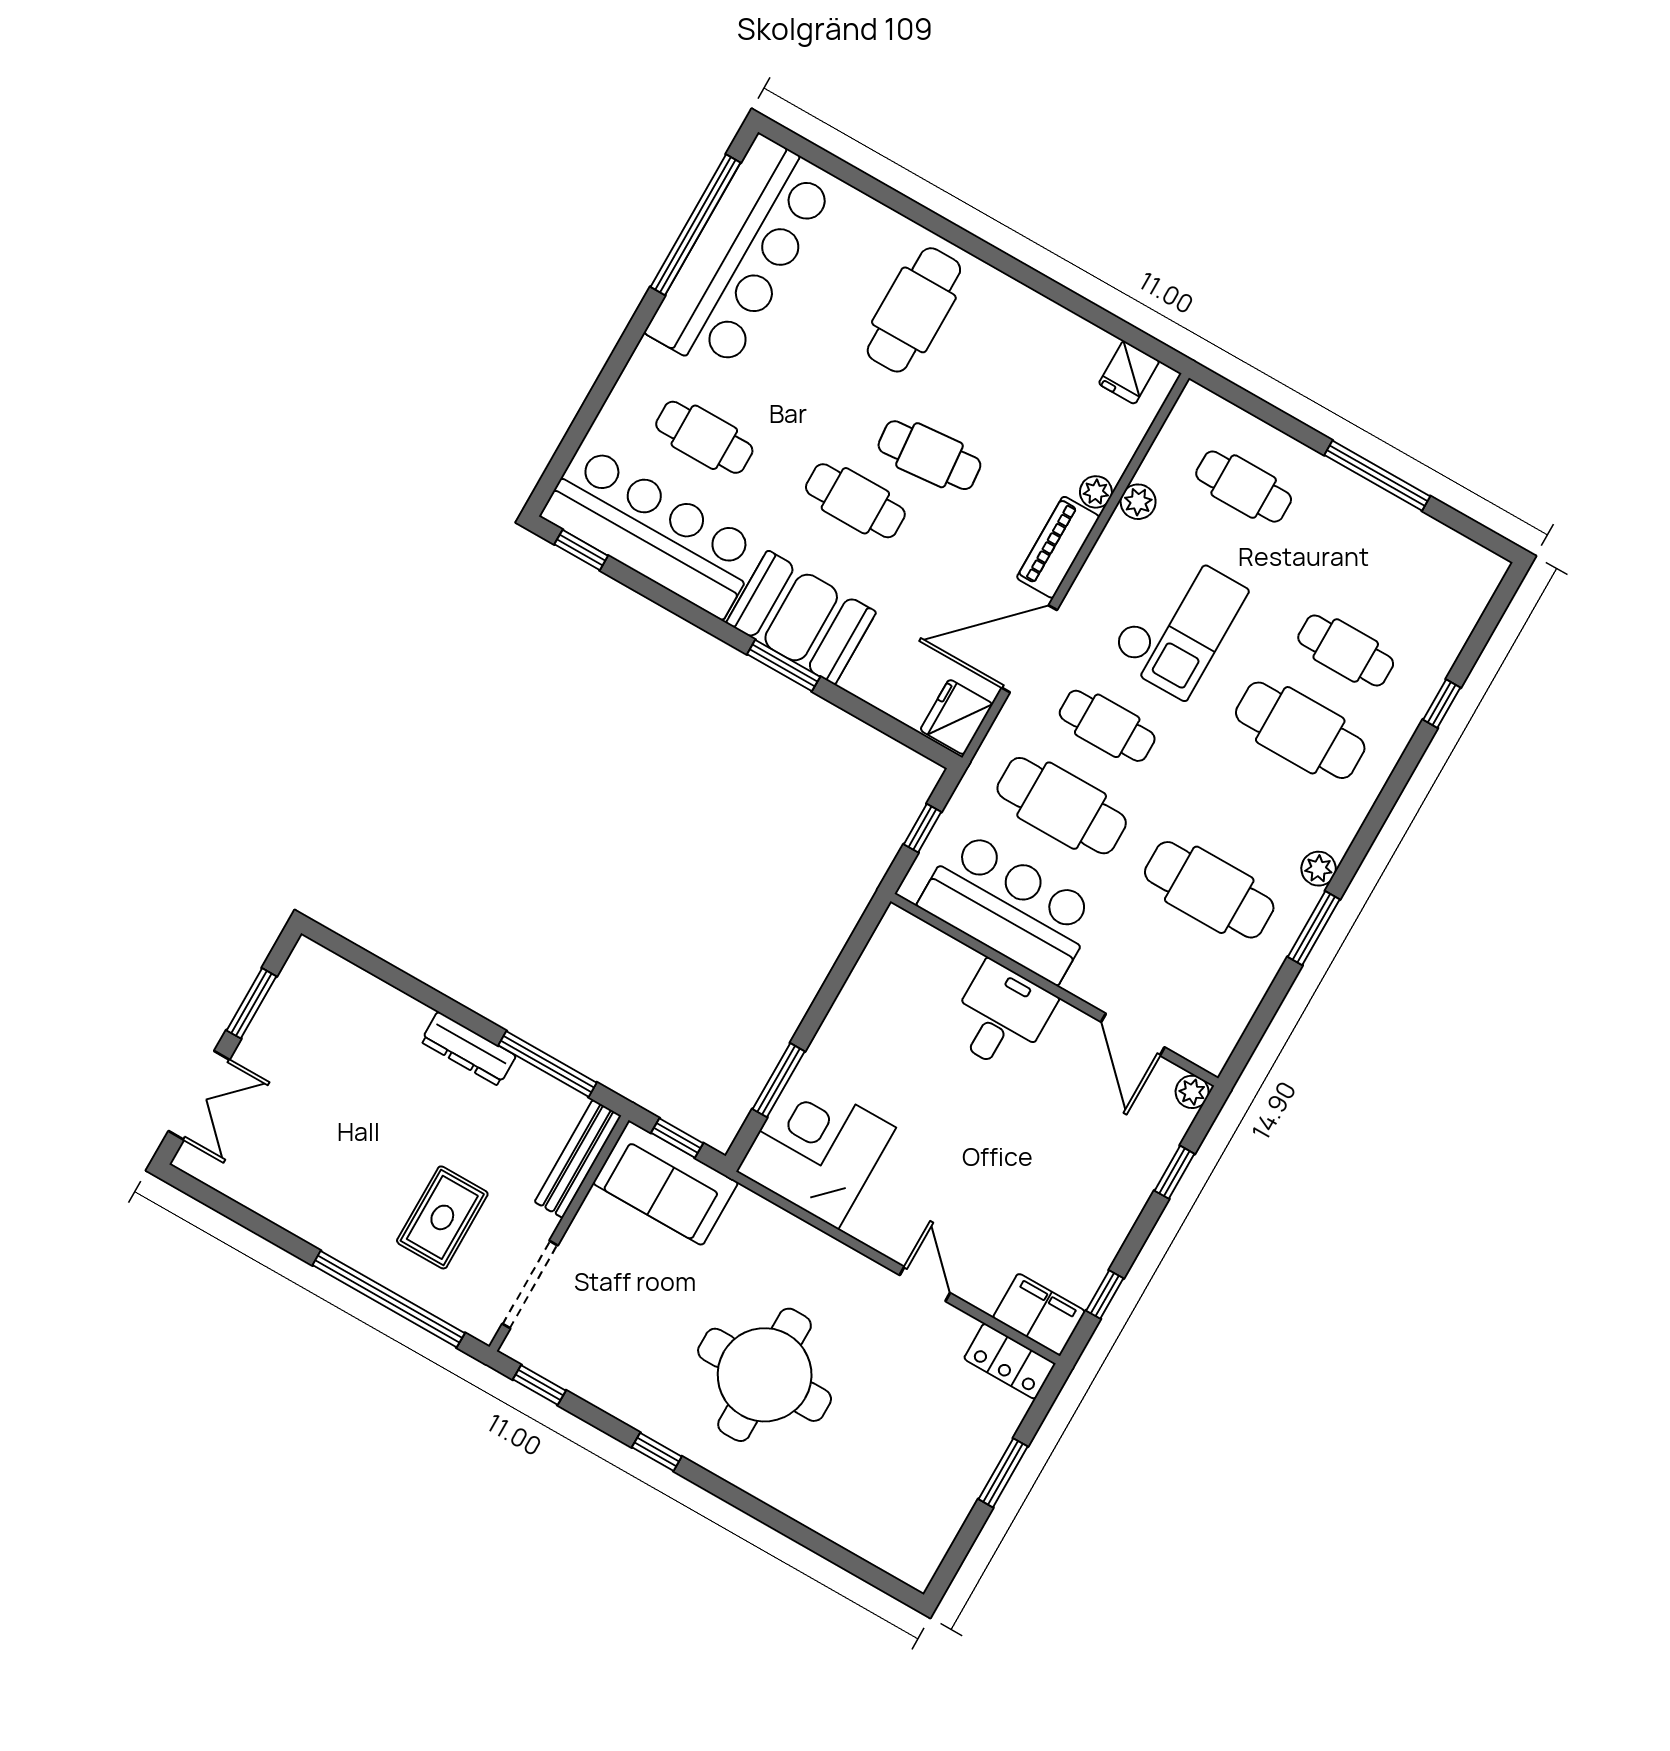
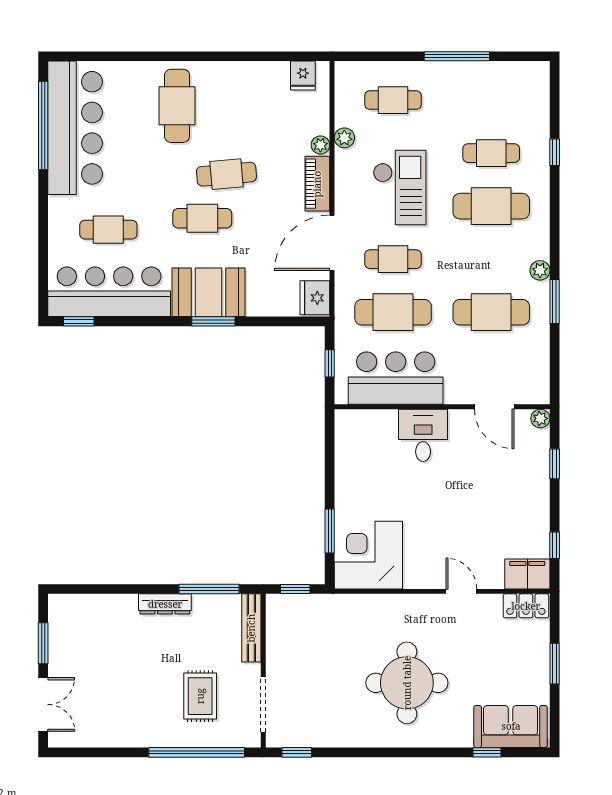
sofa: (666, 1183) -> (511, 726), moved, turned 180
window: (657, 1452) -> (487, 752), moved

